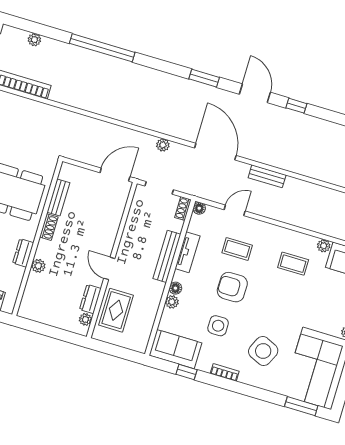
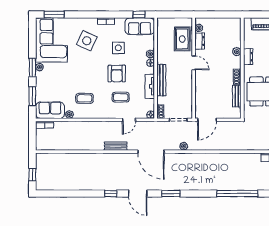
armchair: (232, 287) -> (117, 74), turned 90
window: (187, 372) -> (139, 15), moved

